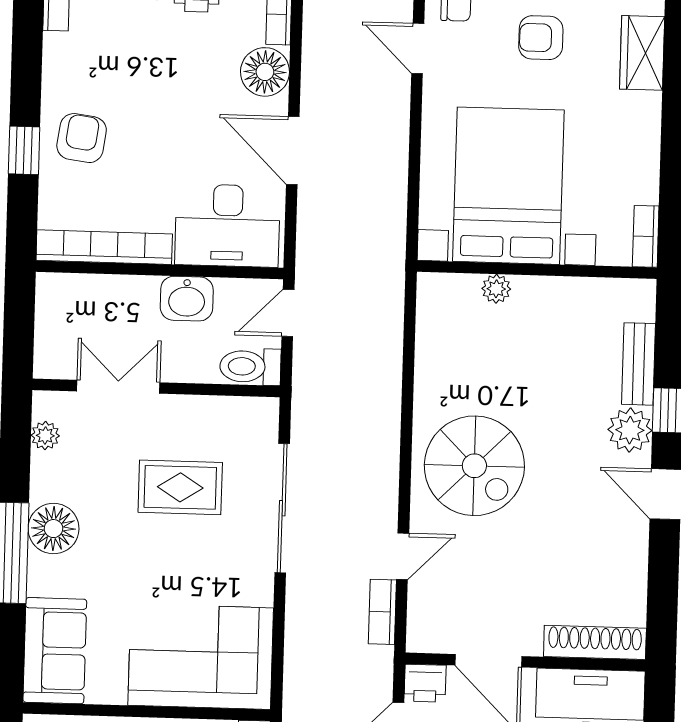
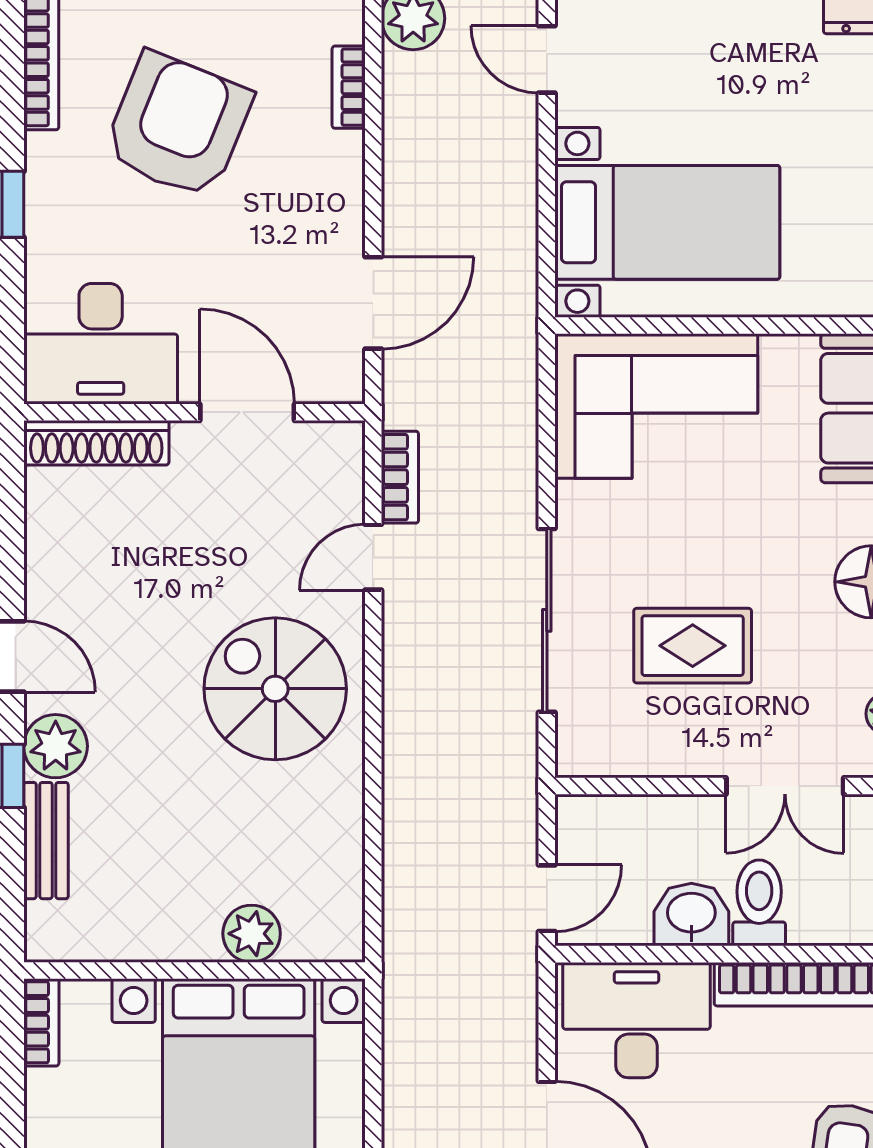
plant: (496, 289) -> (252, 934), width x1.38, depth x1.38
toilet: (250, 367) -> (759, 903), moved, turned -90
printer: (425, 683) -> (336, 378), removed

